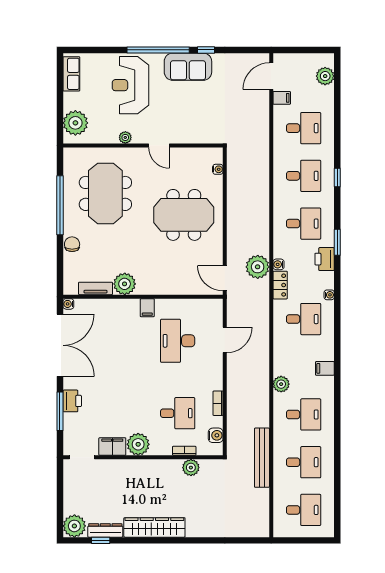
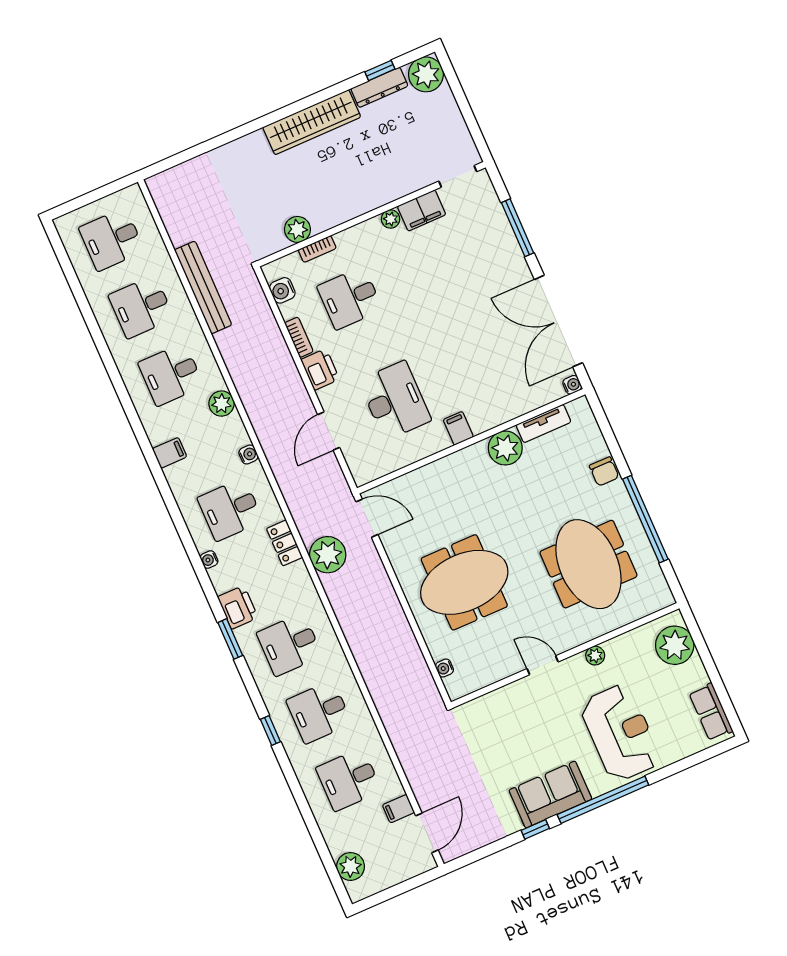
water cooler: (278, 264) -> (248, 454), moved
printer: (72, 401) -> (320, 369), moved, turned 180
plant: (138, 444) -> (391, 219), width x0.53, depth x0.53

